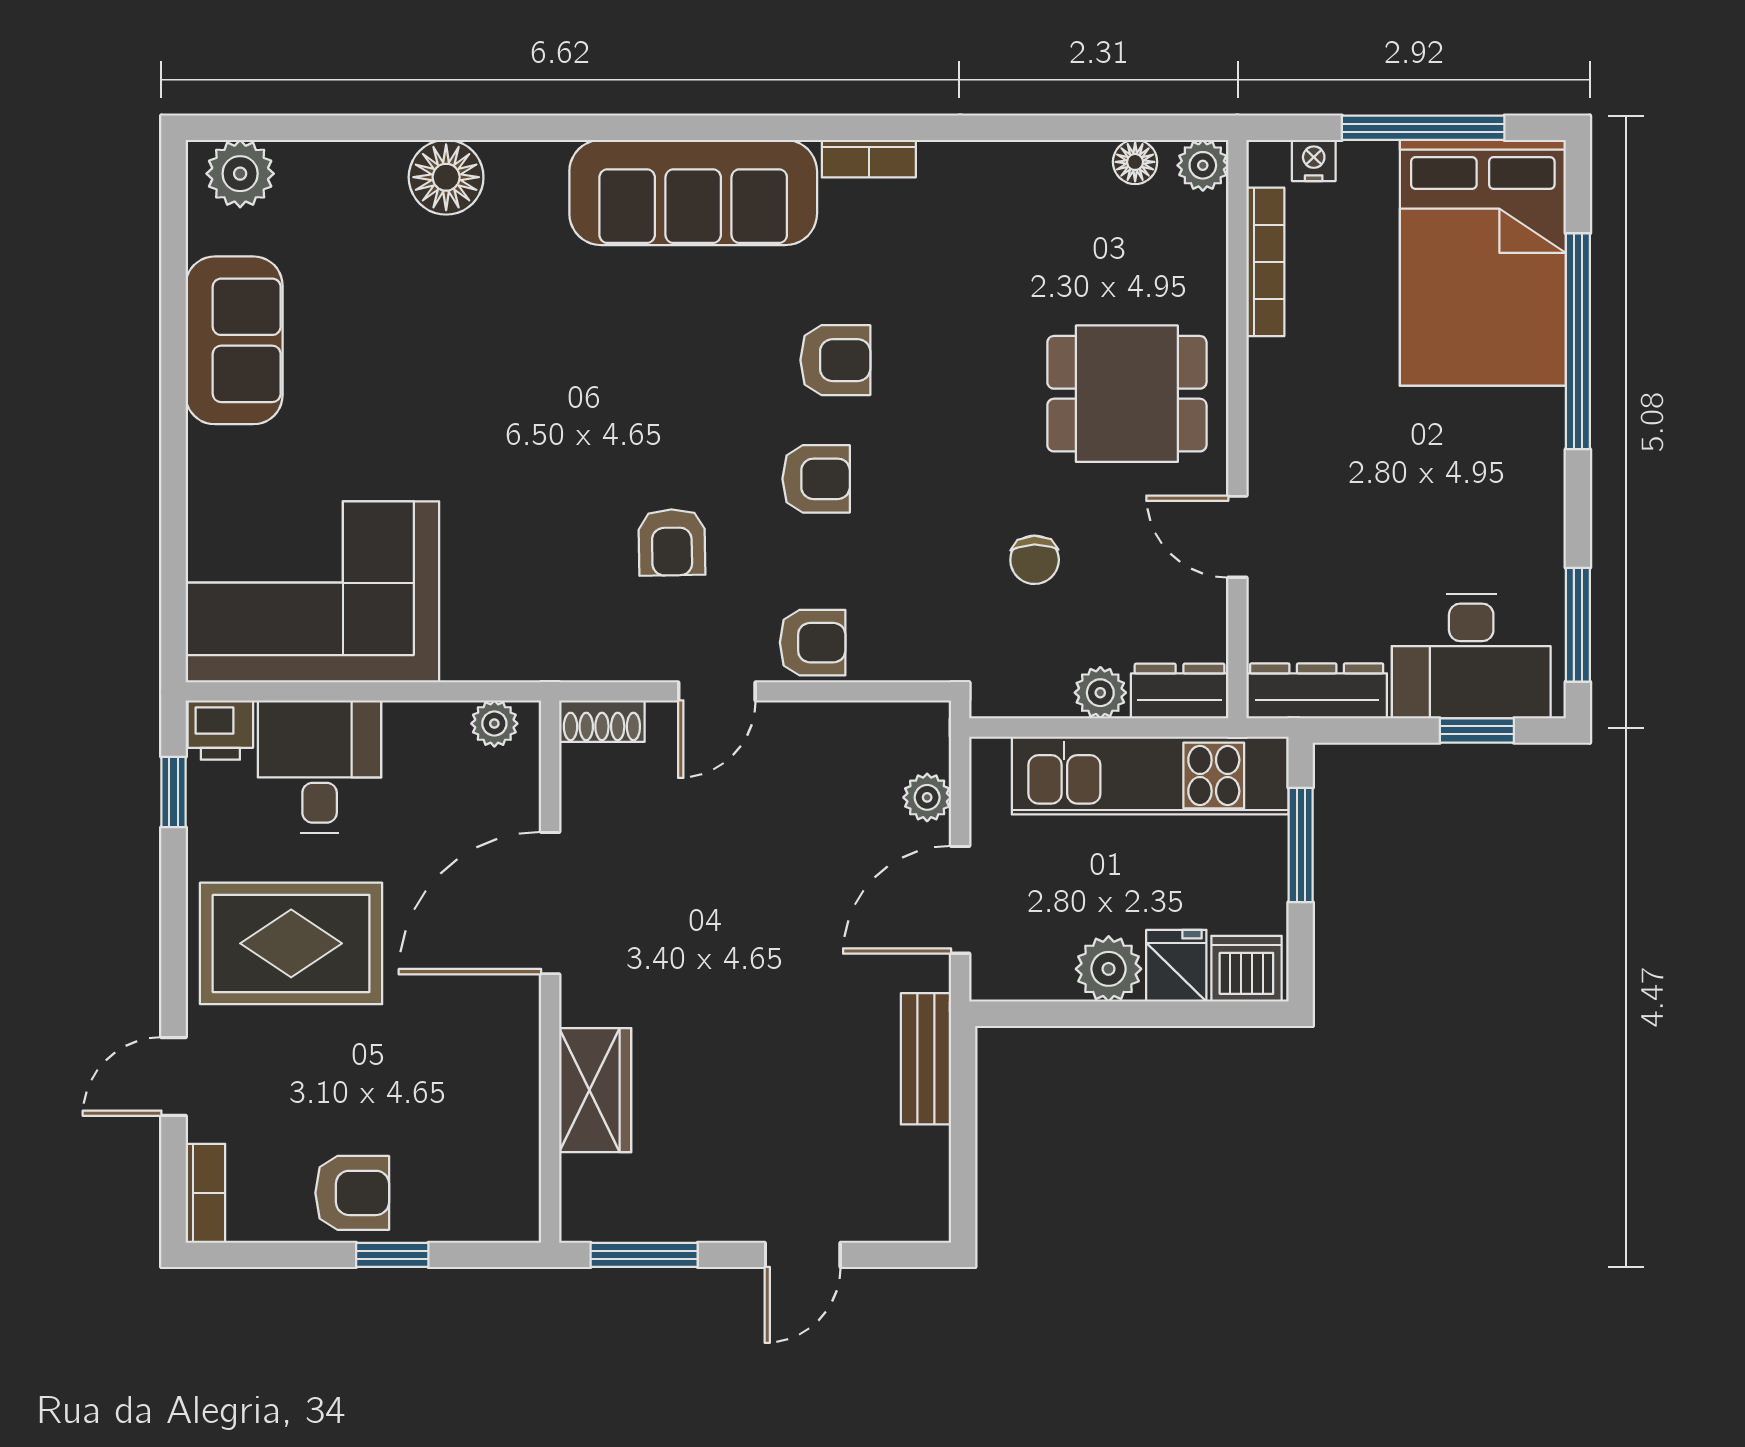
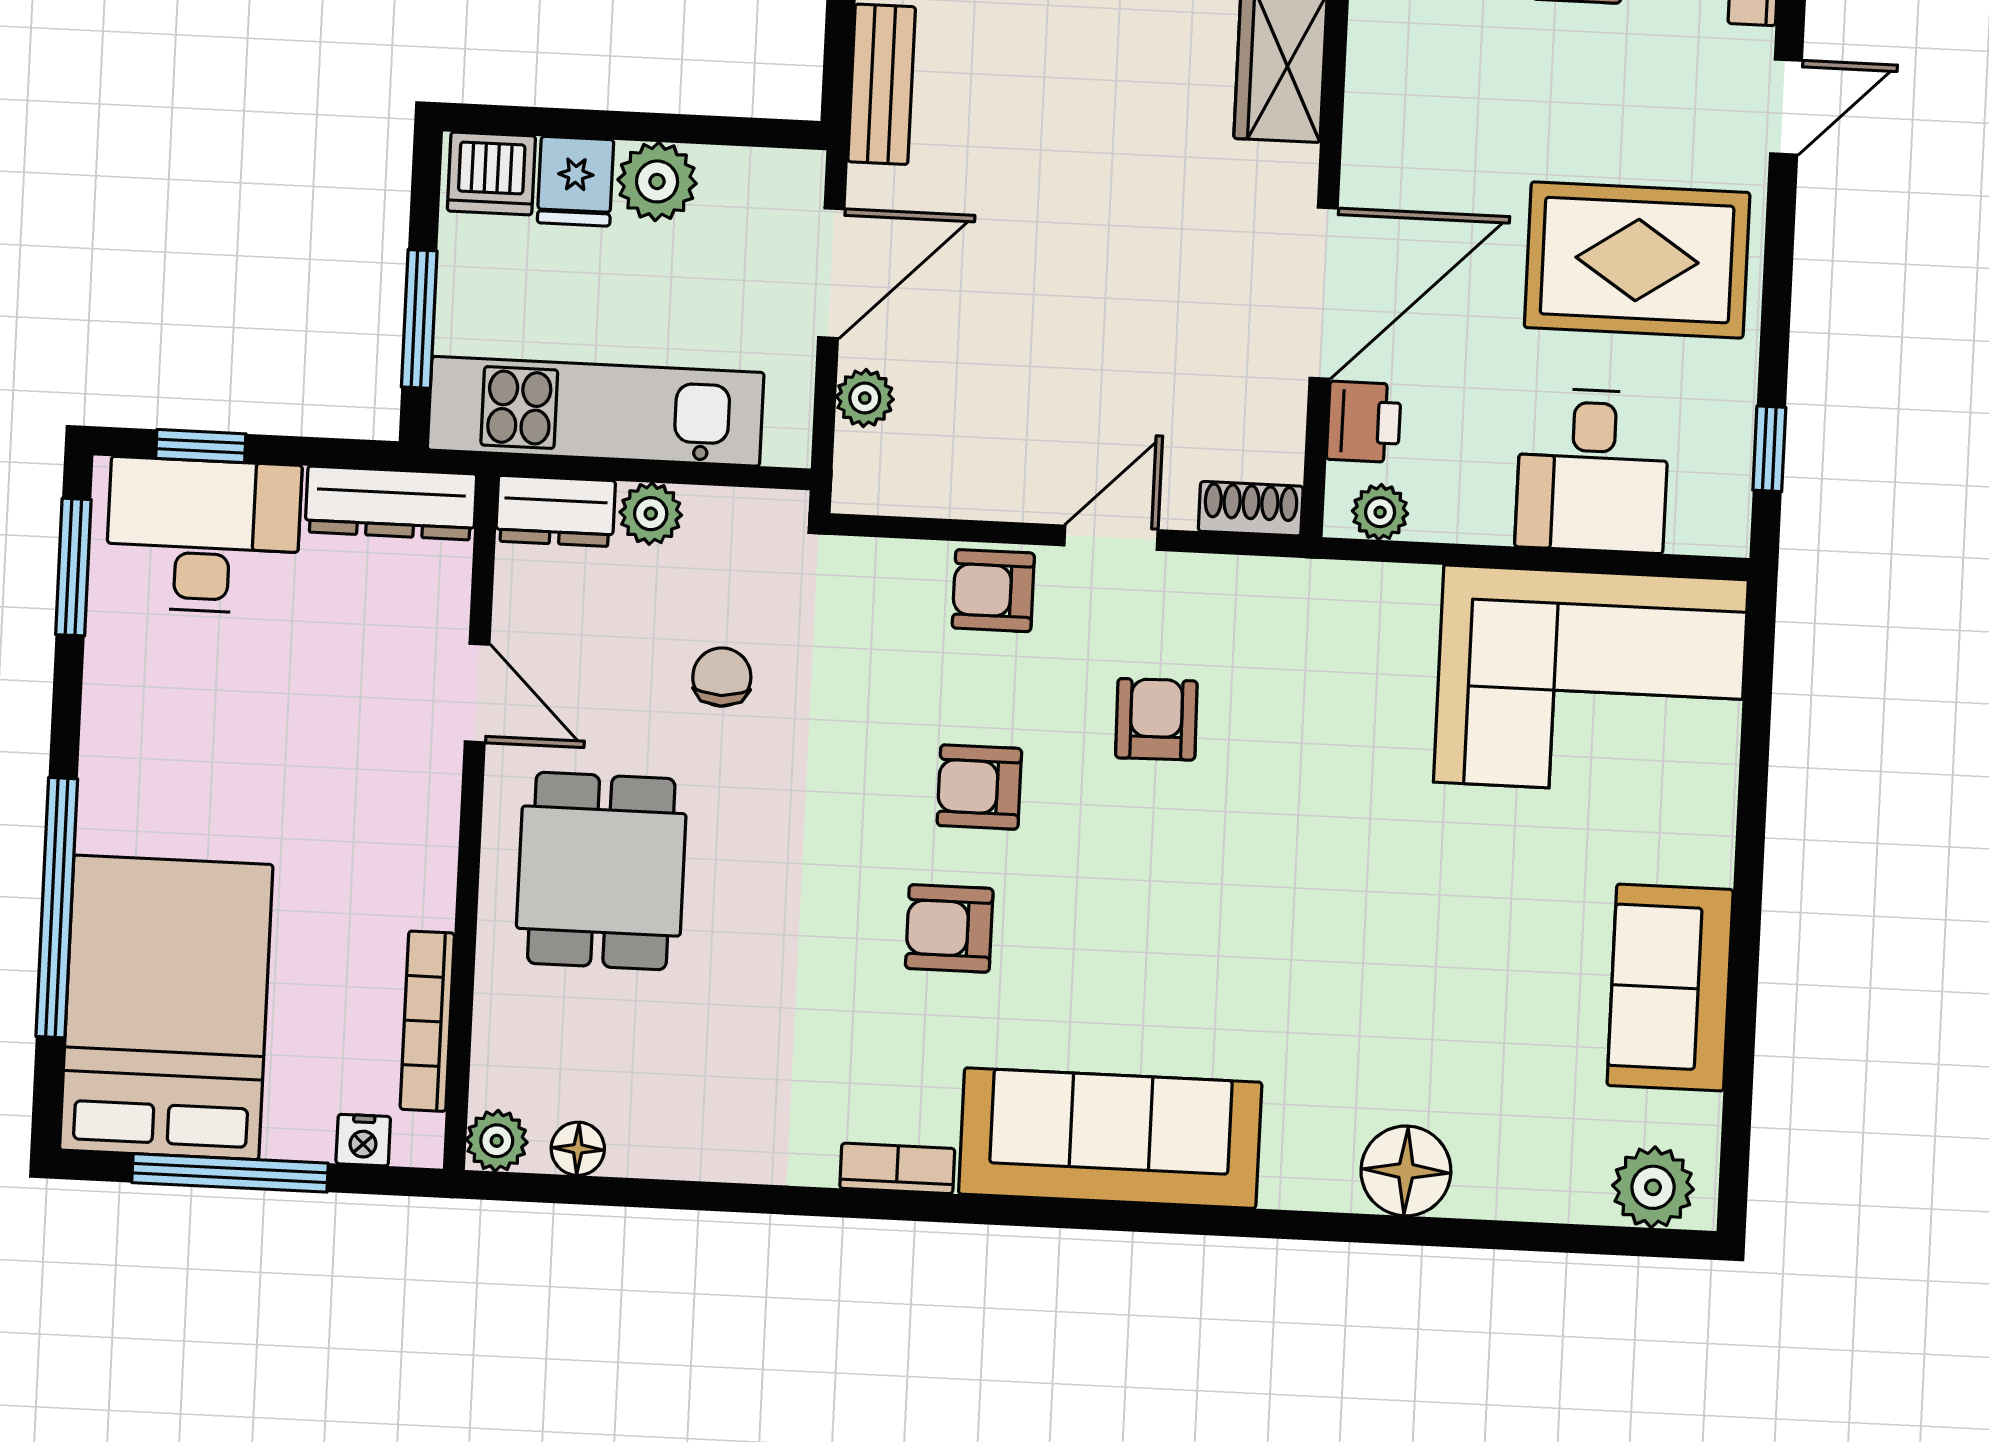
dining table: (1127, 394) -> (601, 871), turned 90
printer: (220, 730) -> (1364, 422), moved, turned 90

